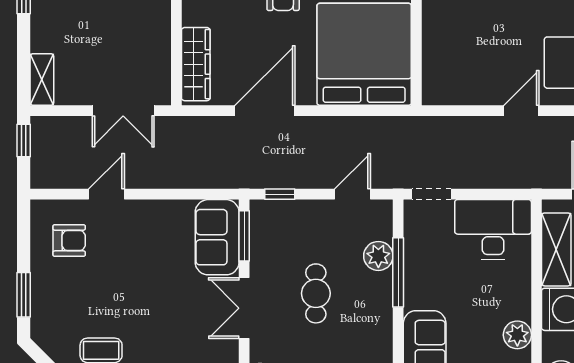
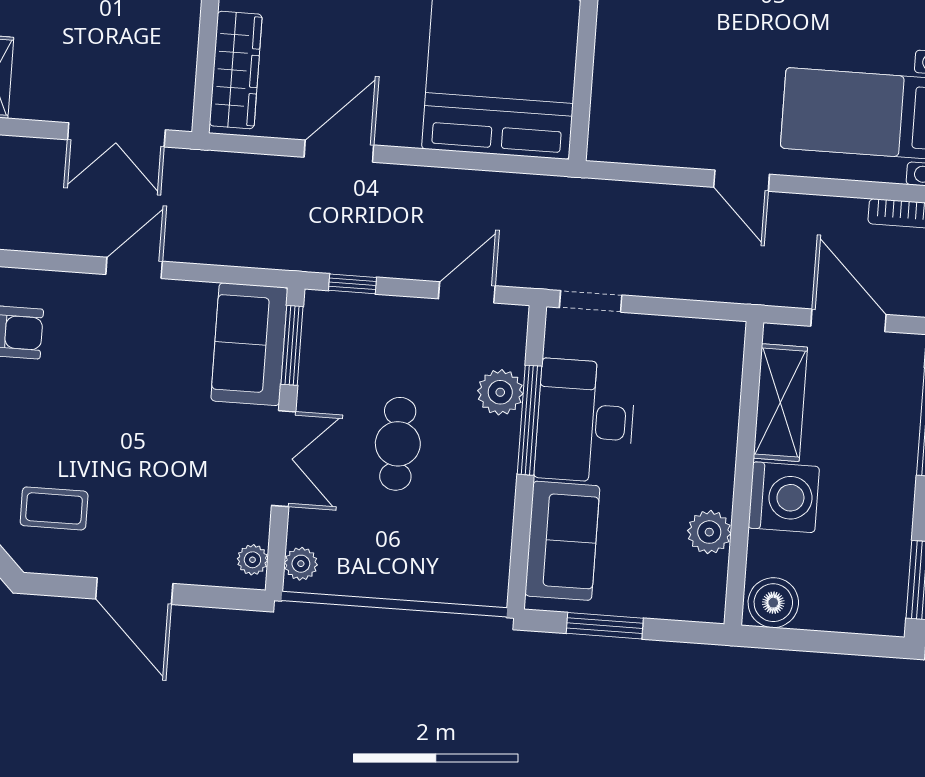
door: (265, 111) -> (339, 151), width x0.73
door: (521, 111) -> (742, 181), swing flipped
door: (106, 194) -> (134, 268), moved
desk: (493, 229) -> (585, 421), moved, turned -90
double door: (244, 308) -> (284, 459), swing flipped

